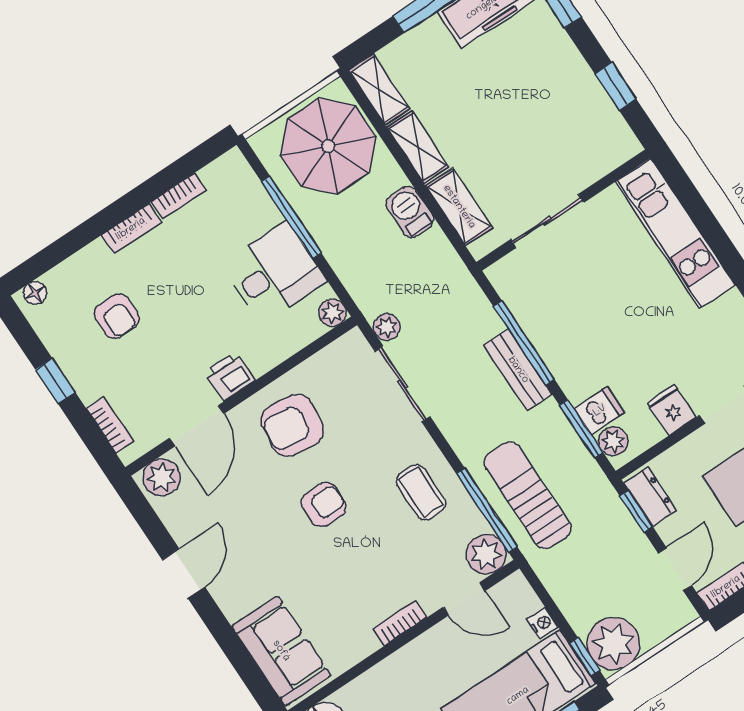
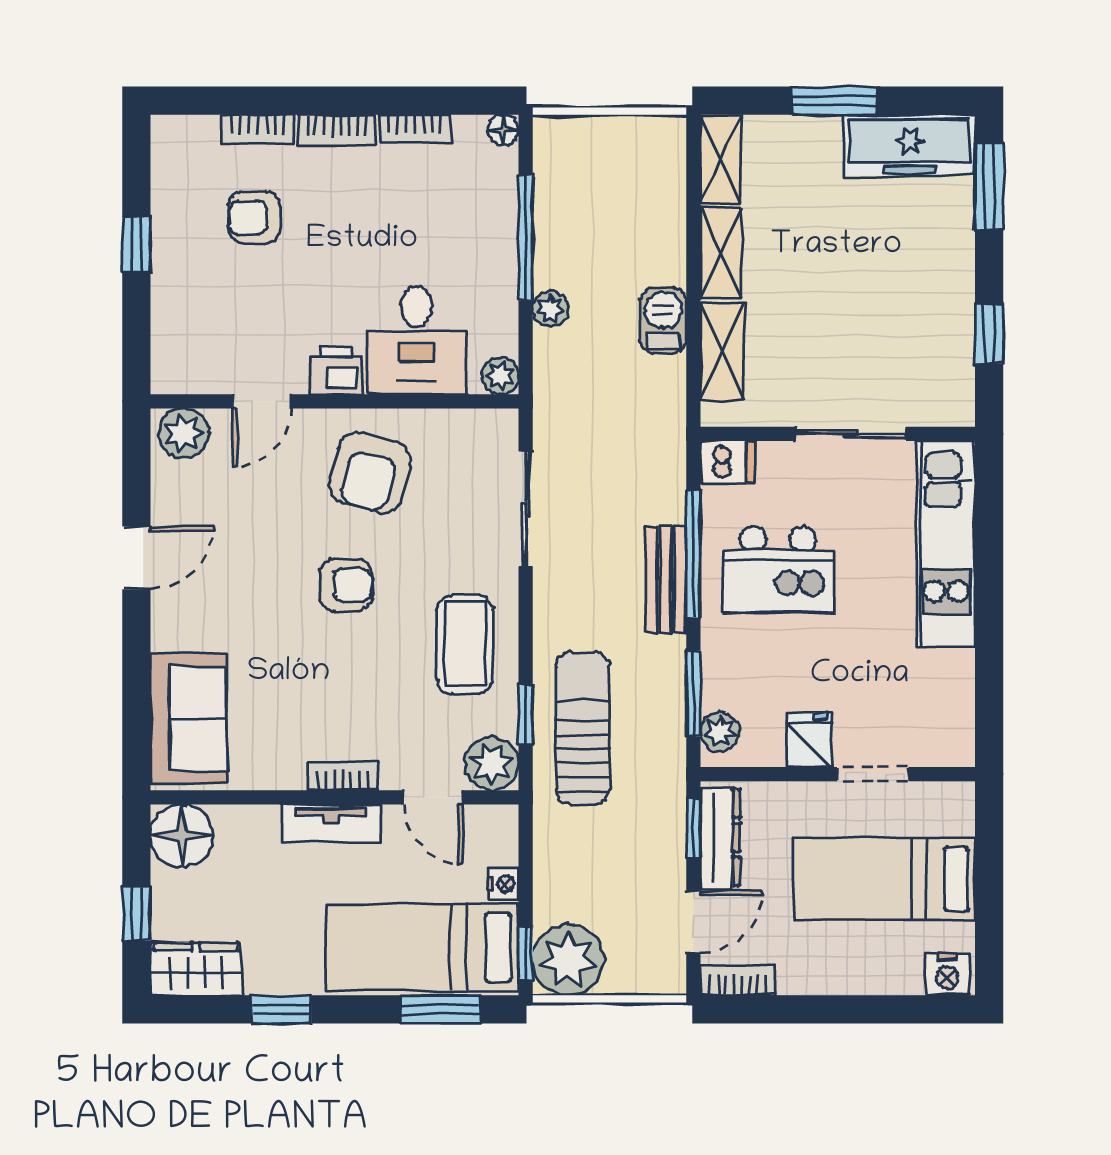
parasol: (328, 146) -> (621, 185), removed
sliding door: (547, 221) -> (851, 434), moved
desk: (274, 273) -> (417, 340), moved, turned 90
floor lamp: (35, 293) -> (503, 130), moved
armchair: (117, 316) -> (254, 218), turned 90
kitchen island: (582, 318) -> (778, 569), added
plant: (387, 327) -> (550, 309), moved
dishwasher: (600, 411) -> (728, 462), moved
bookcase: (110, 425) -> (258, 129), moved, turned 90
armchair: (292, 425) -> (370, 473), turned -82
door: (197, 426) -> (262, 401), width x0.73
coffee table: (421, 492) -> (465, 645), width x1.36, depth x1.30
dresser: (650, 497) -> (720, 837), width x1.44
window: (487, 510) -> (526, 714), width x0.46
tv unit: (412, 657) -> (331, 823), added

